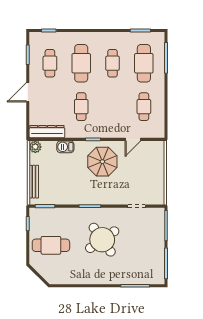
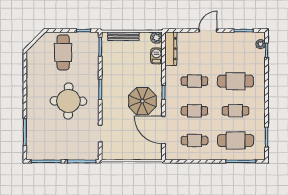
plant: (42, 37) -> (261, 44), added
cafe table: (50, 63) -> (194, 111), moved
door: (28, 92) -> (208, 31), hinge flipped
door: (133, 139) -> (163, 130), width x1.87
barbecue: (65, 147) -> (156, 56), moved
round table: (102, 240) -> (68, 101), turned 36

